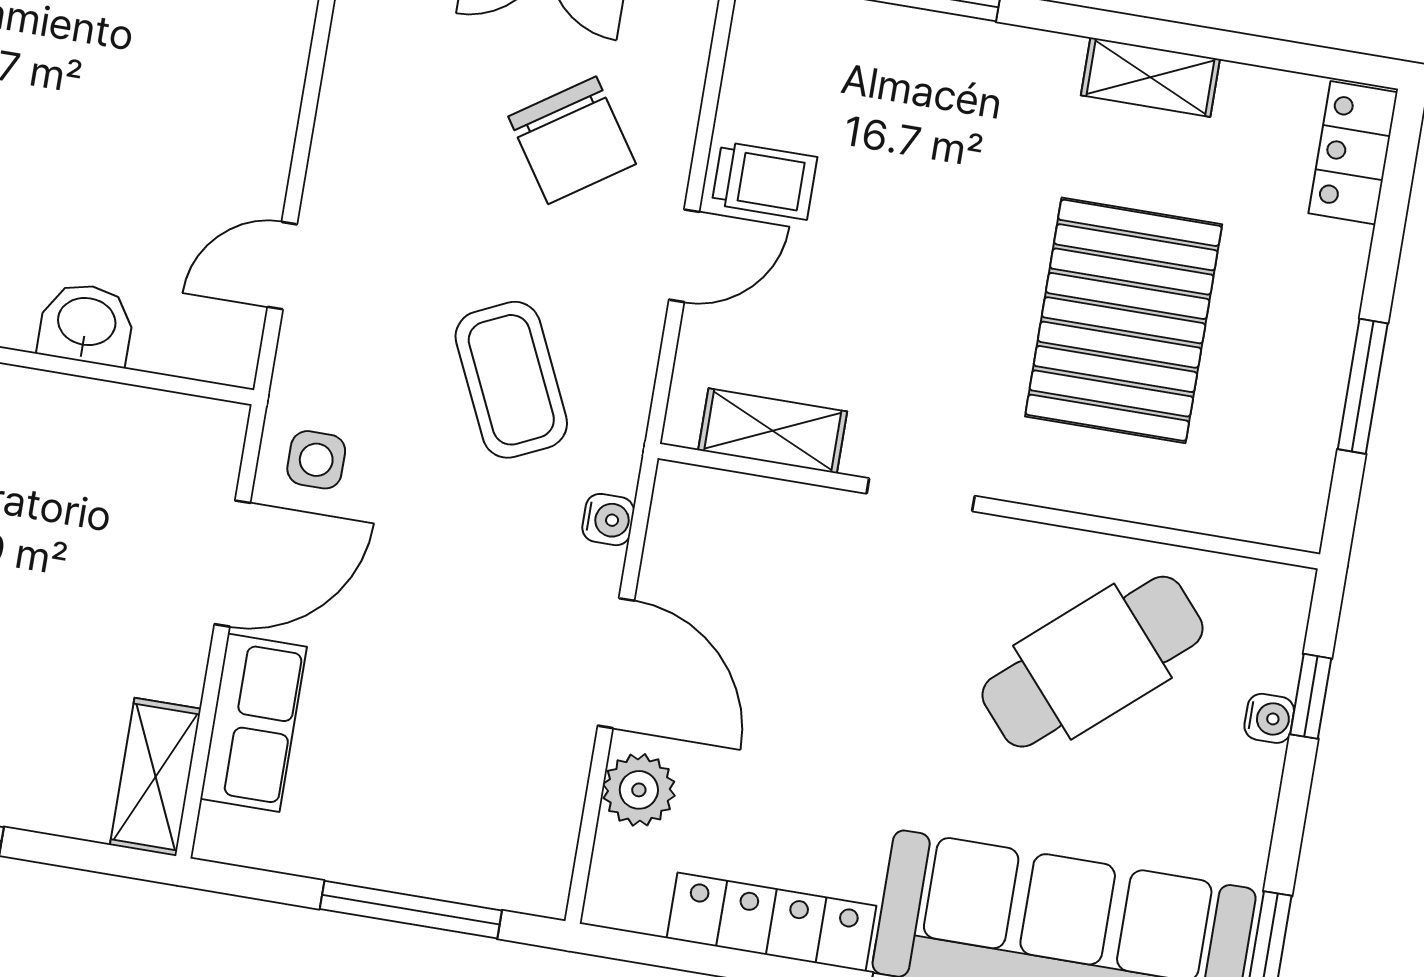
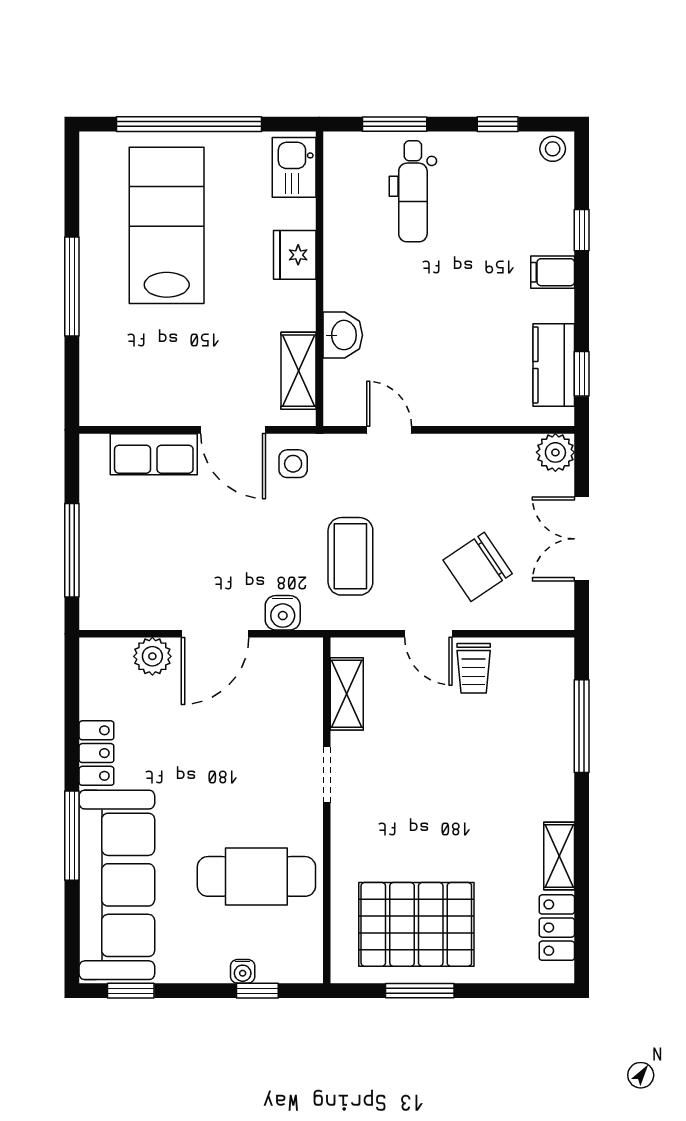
locker: (1353, 153) -> (557, 928), moved, turned -90
pallet: (1124, 320) -> (416, 924), moved
coffee table: (511, 380) -> (350, 556), turned -65
water cooler: (608, 520) -> (283, 613), width x1.38, depth x1.38
cafe table: (1092, 662) -> (256, 876), turned -49
shelving: (155, 777) -> (299, 371), moved, turned 90
locker: (771, 922) -> (96, 753), width x0.66

